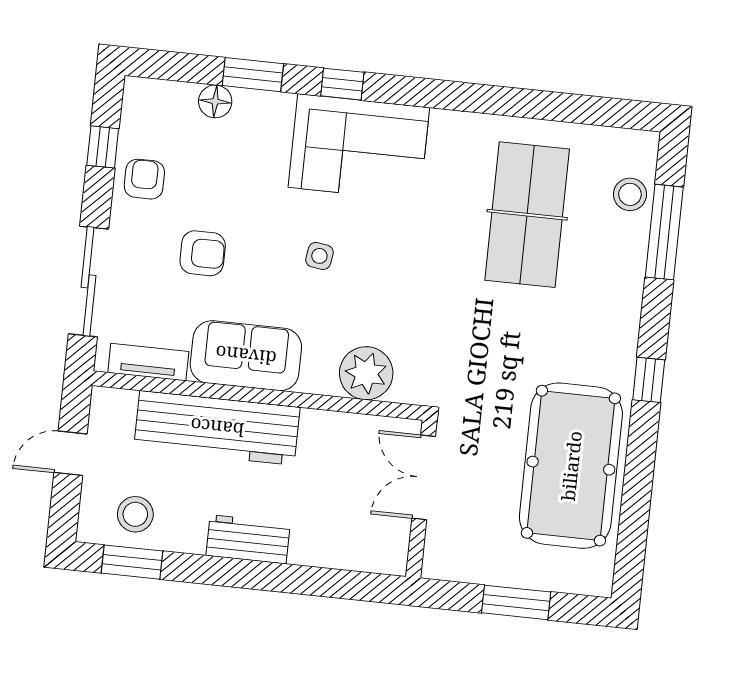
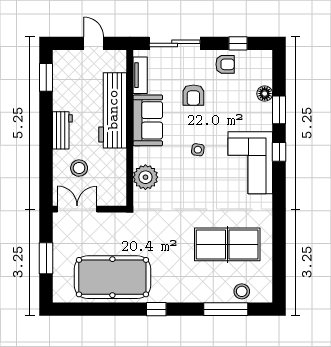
double door: (424, 477) -> (77, 209), moved
stool: (135, 514) -> (79, 168), moved

